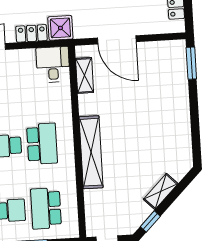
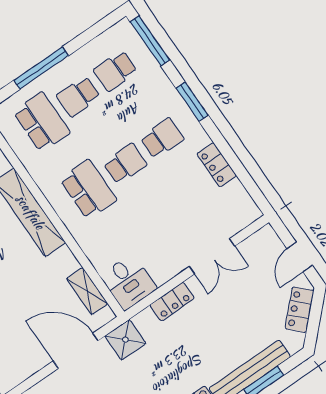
shower: (60, 28) -> (125, 340), moved
school desk: (42, 144) -> (88, 189), turned 180

